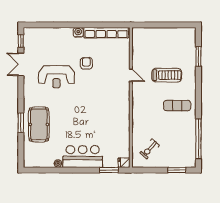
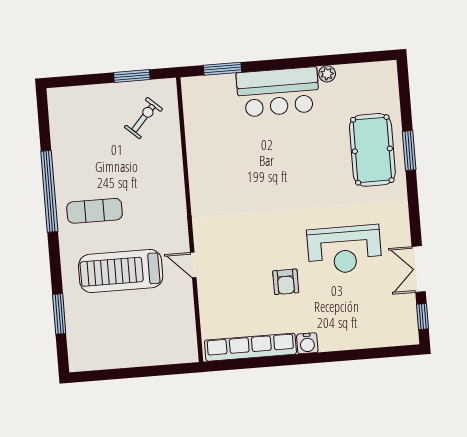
double door: (21, 64) -> (419, 269), swing flipped
treadmill: (167, 75) -> (121, 271), width x1.37, depth x1.38
reception desk: (56, 77) -> (344, 250), turned 180
window: (198, 139) -> (49, 191), moved
fridge: (124, 163) -> (193, 86), removed
window: (177, 170) -> (132, 76), moved

